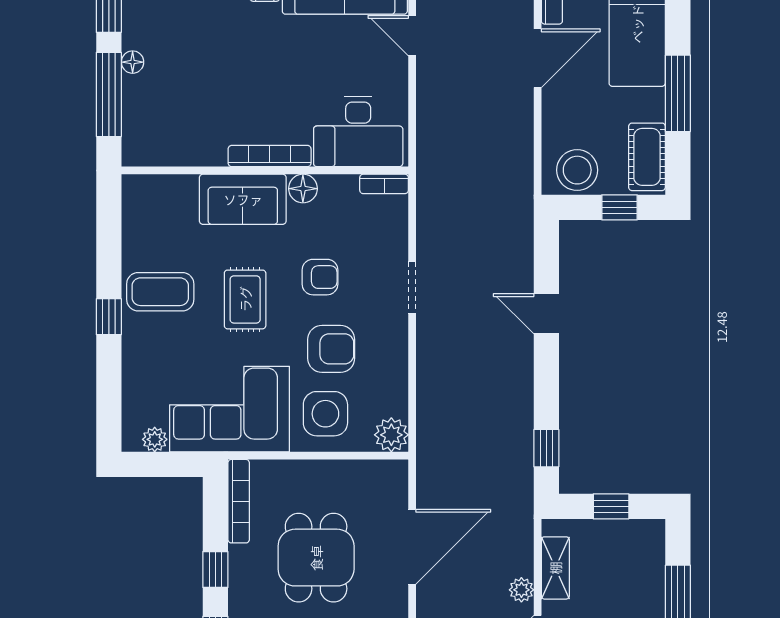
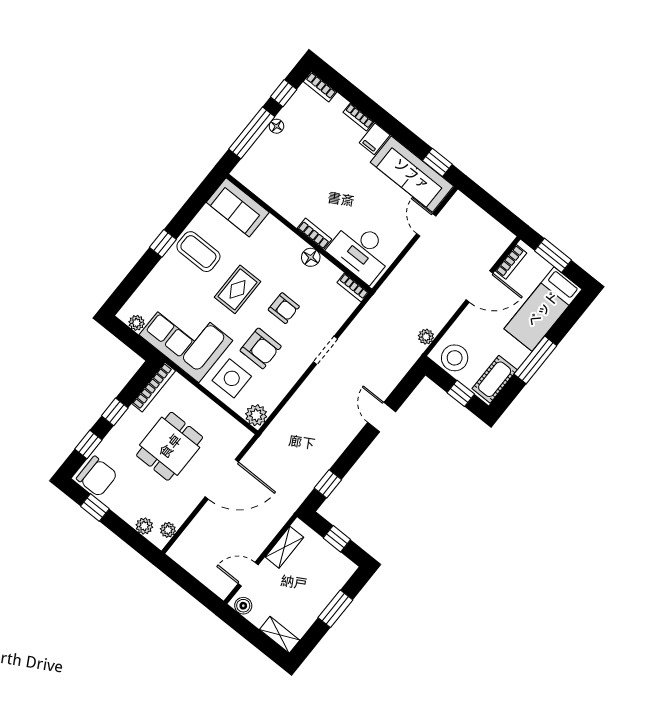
bookcase: (270, 156) -> (315, 234), width x0.64
sofa: (243, 199) -> (238, 207), moved
plant: (521, 590) -> (426, 337), moved

